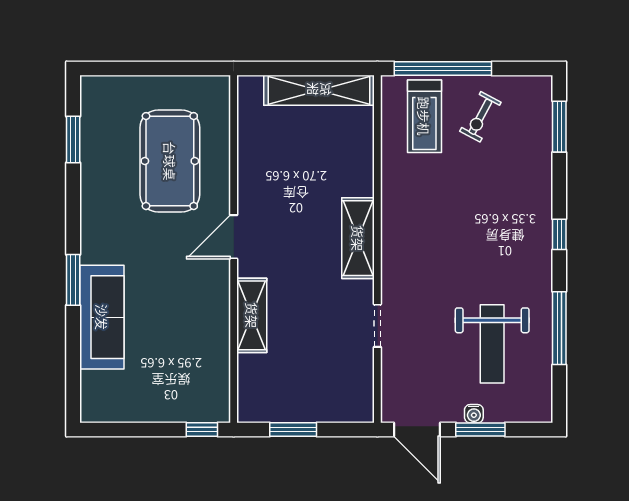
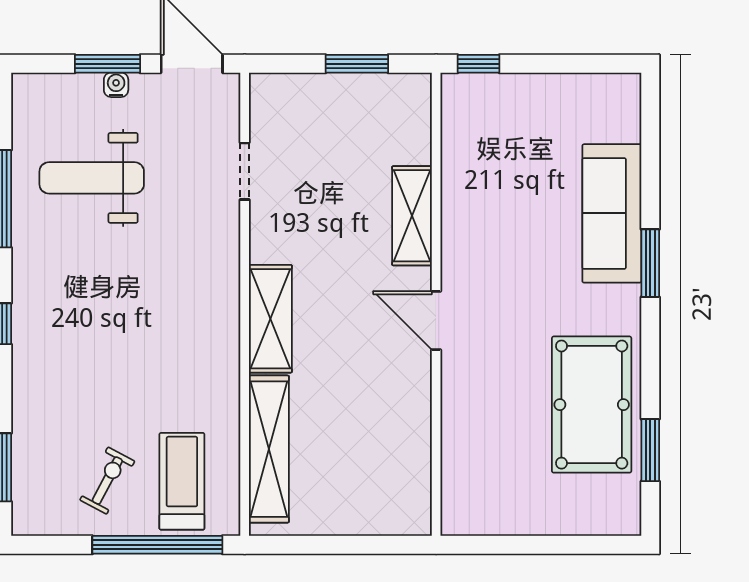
shelving: (319, 90) -> (269, 449), moved, turned 90
pool table: (170, 161) -> (592, 405), moved
door: (234, 237) -> (436, 320), swing flipped
doorway: (377, 326) -> (245, 171), moved
weight bench: (492, 344) -> (92, 178), turned -90

